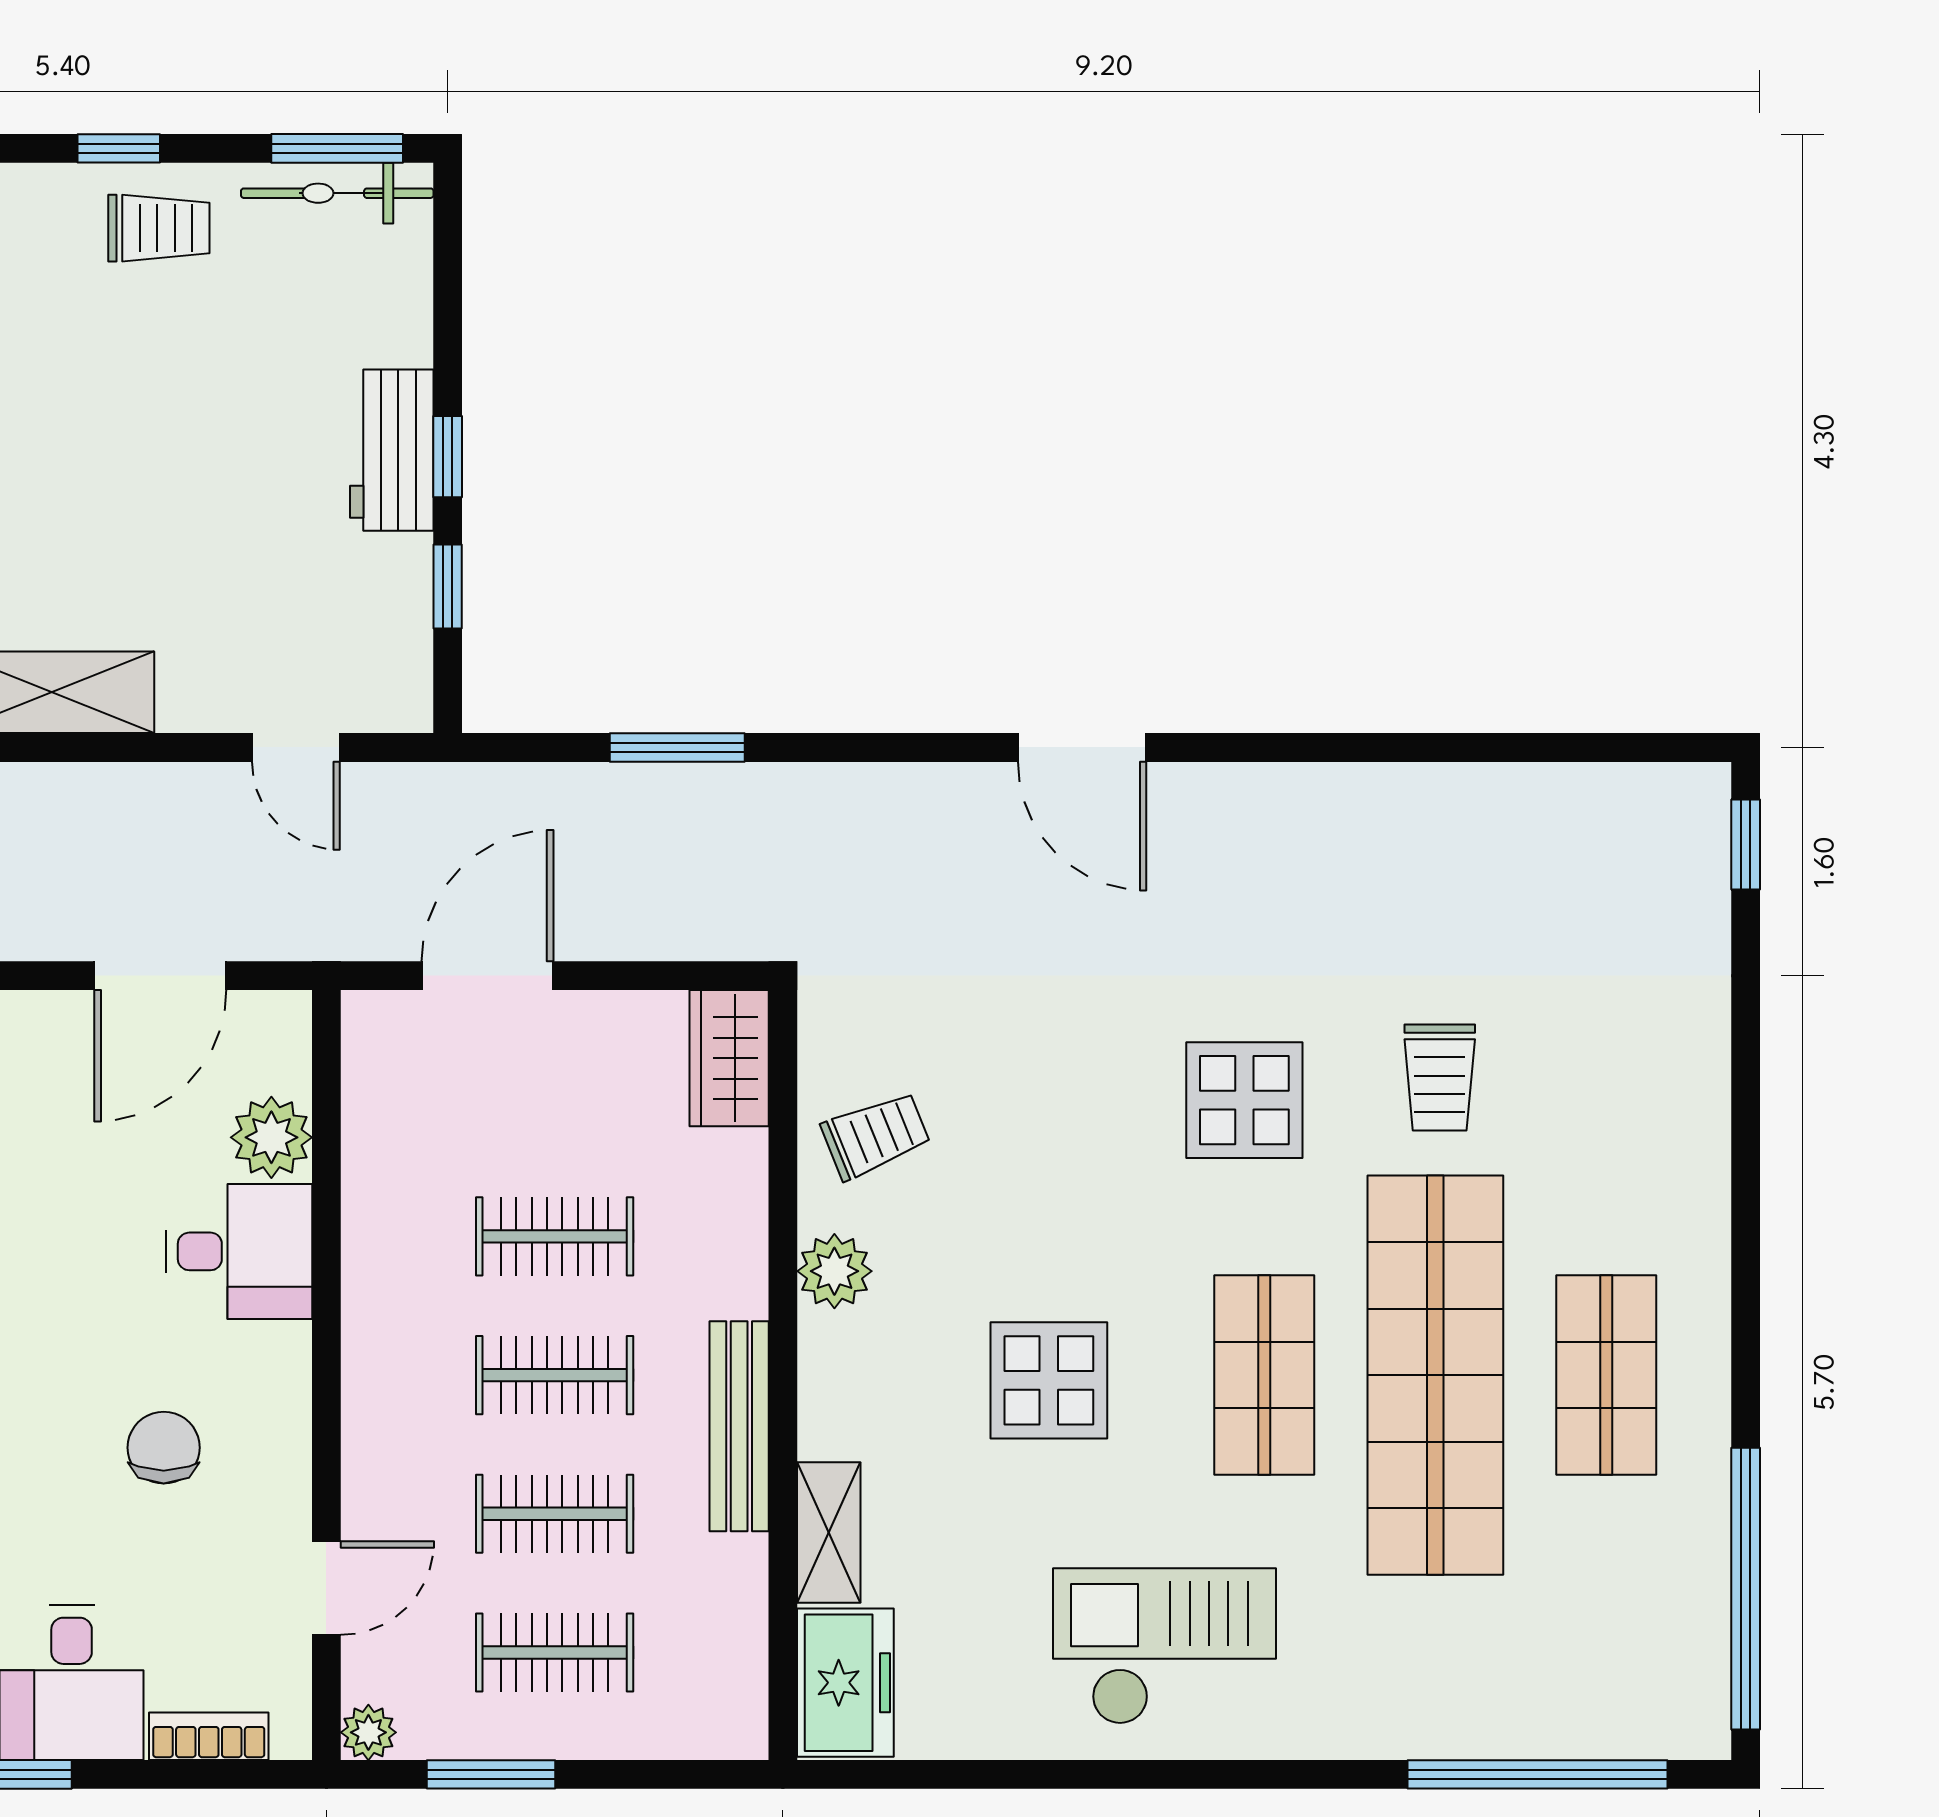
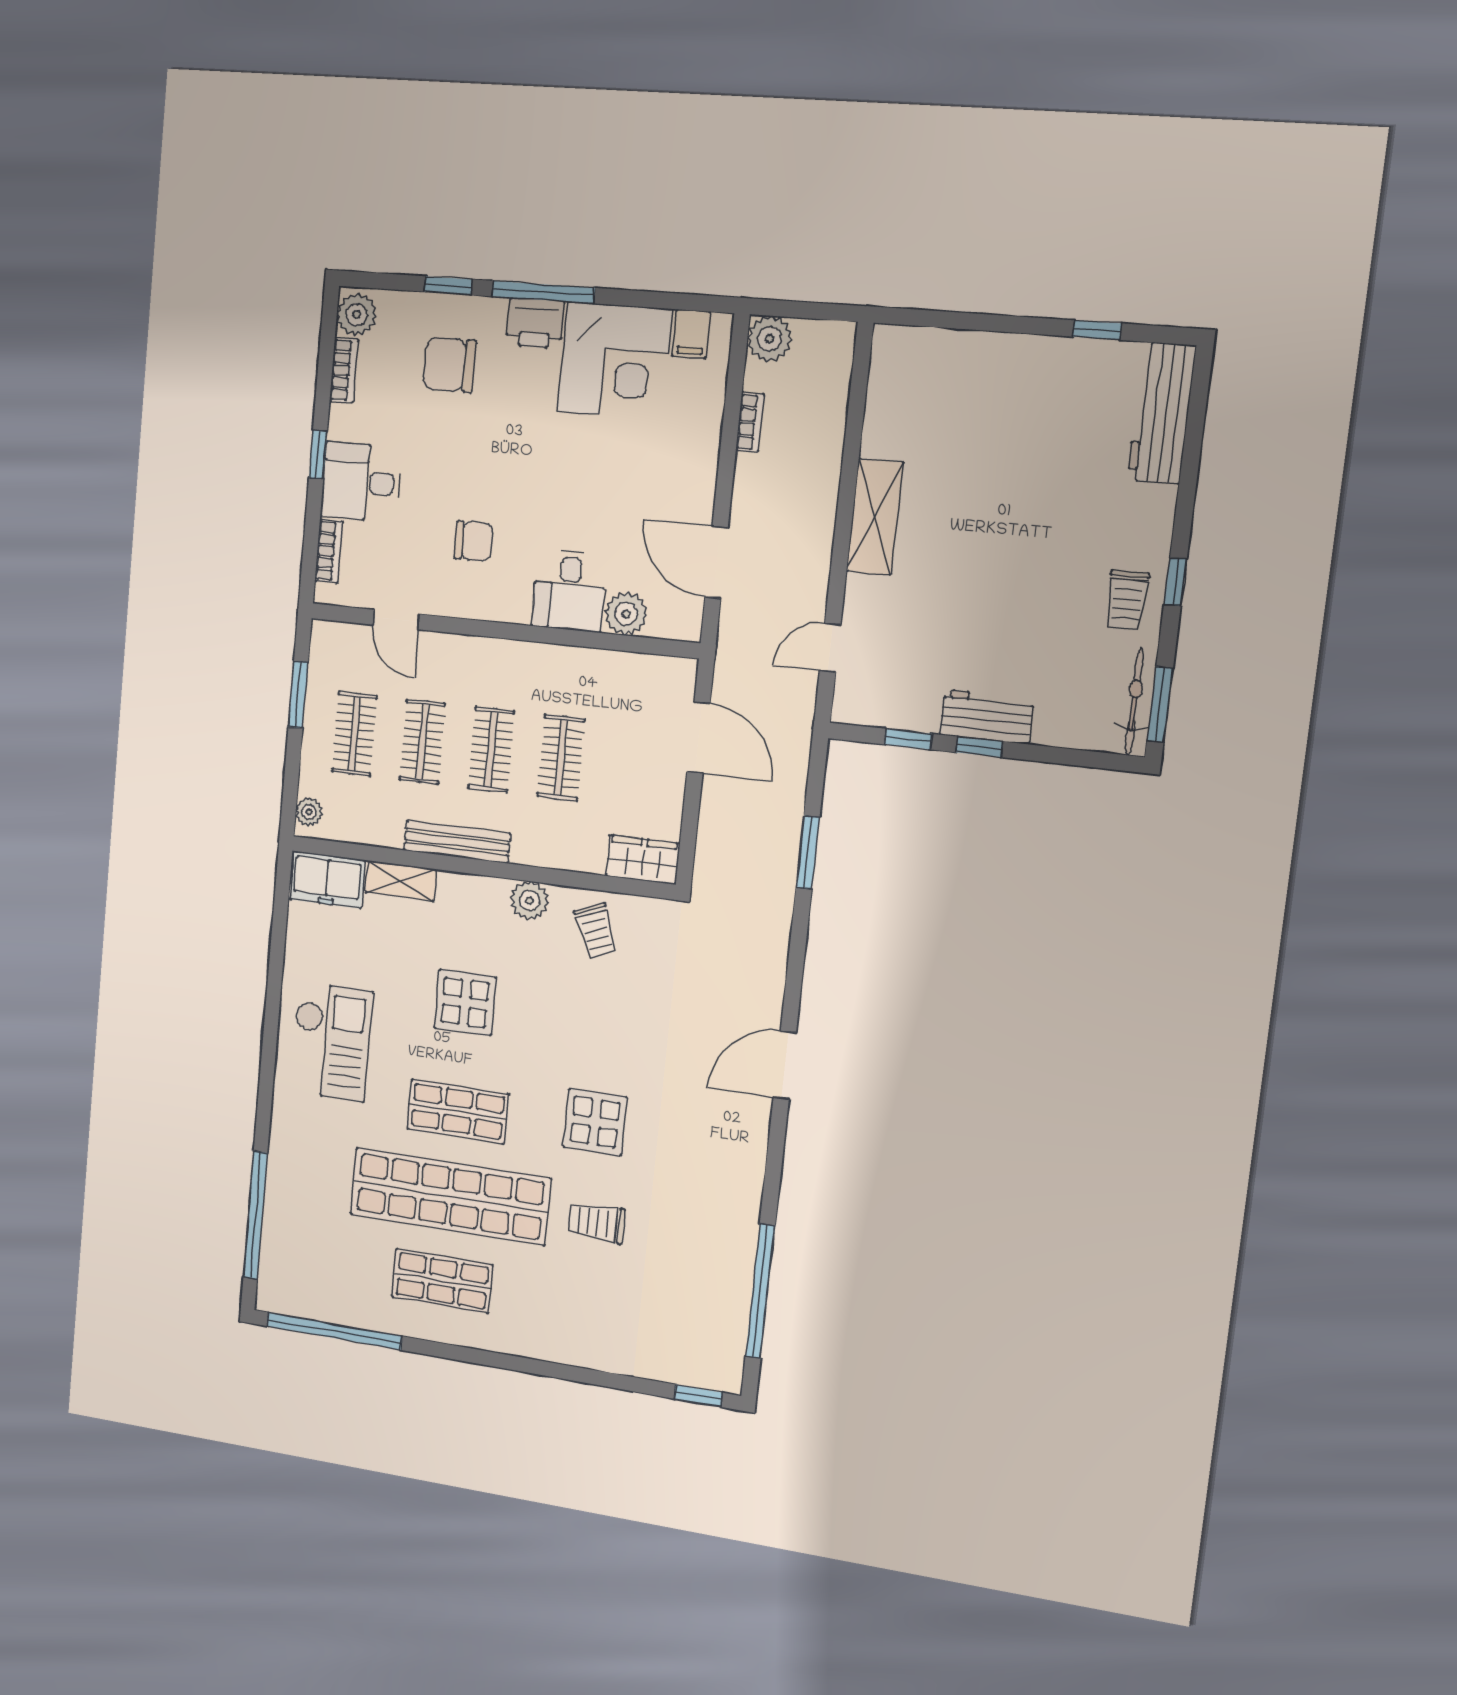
window: (1521, 747) -> (760, 1291), added
plant: (368, 1732) -> (309, 812), moved

